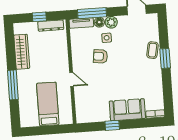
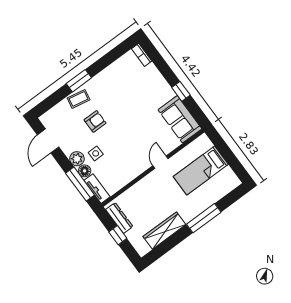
armchair: (100, 56) -> (95, 121), moved, turned -97
sofa: (127, 110) -> (180, 119), moved

